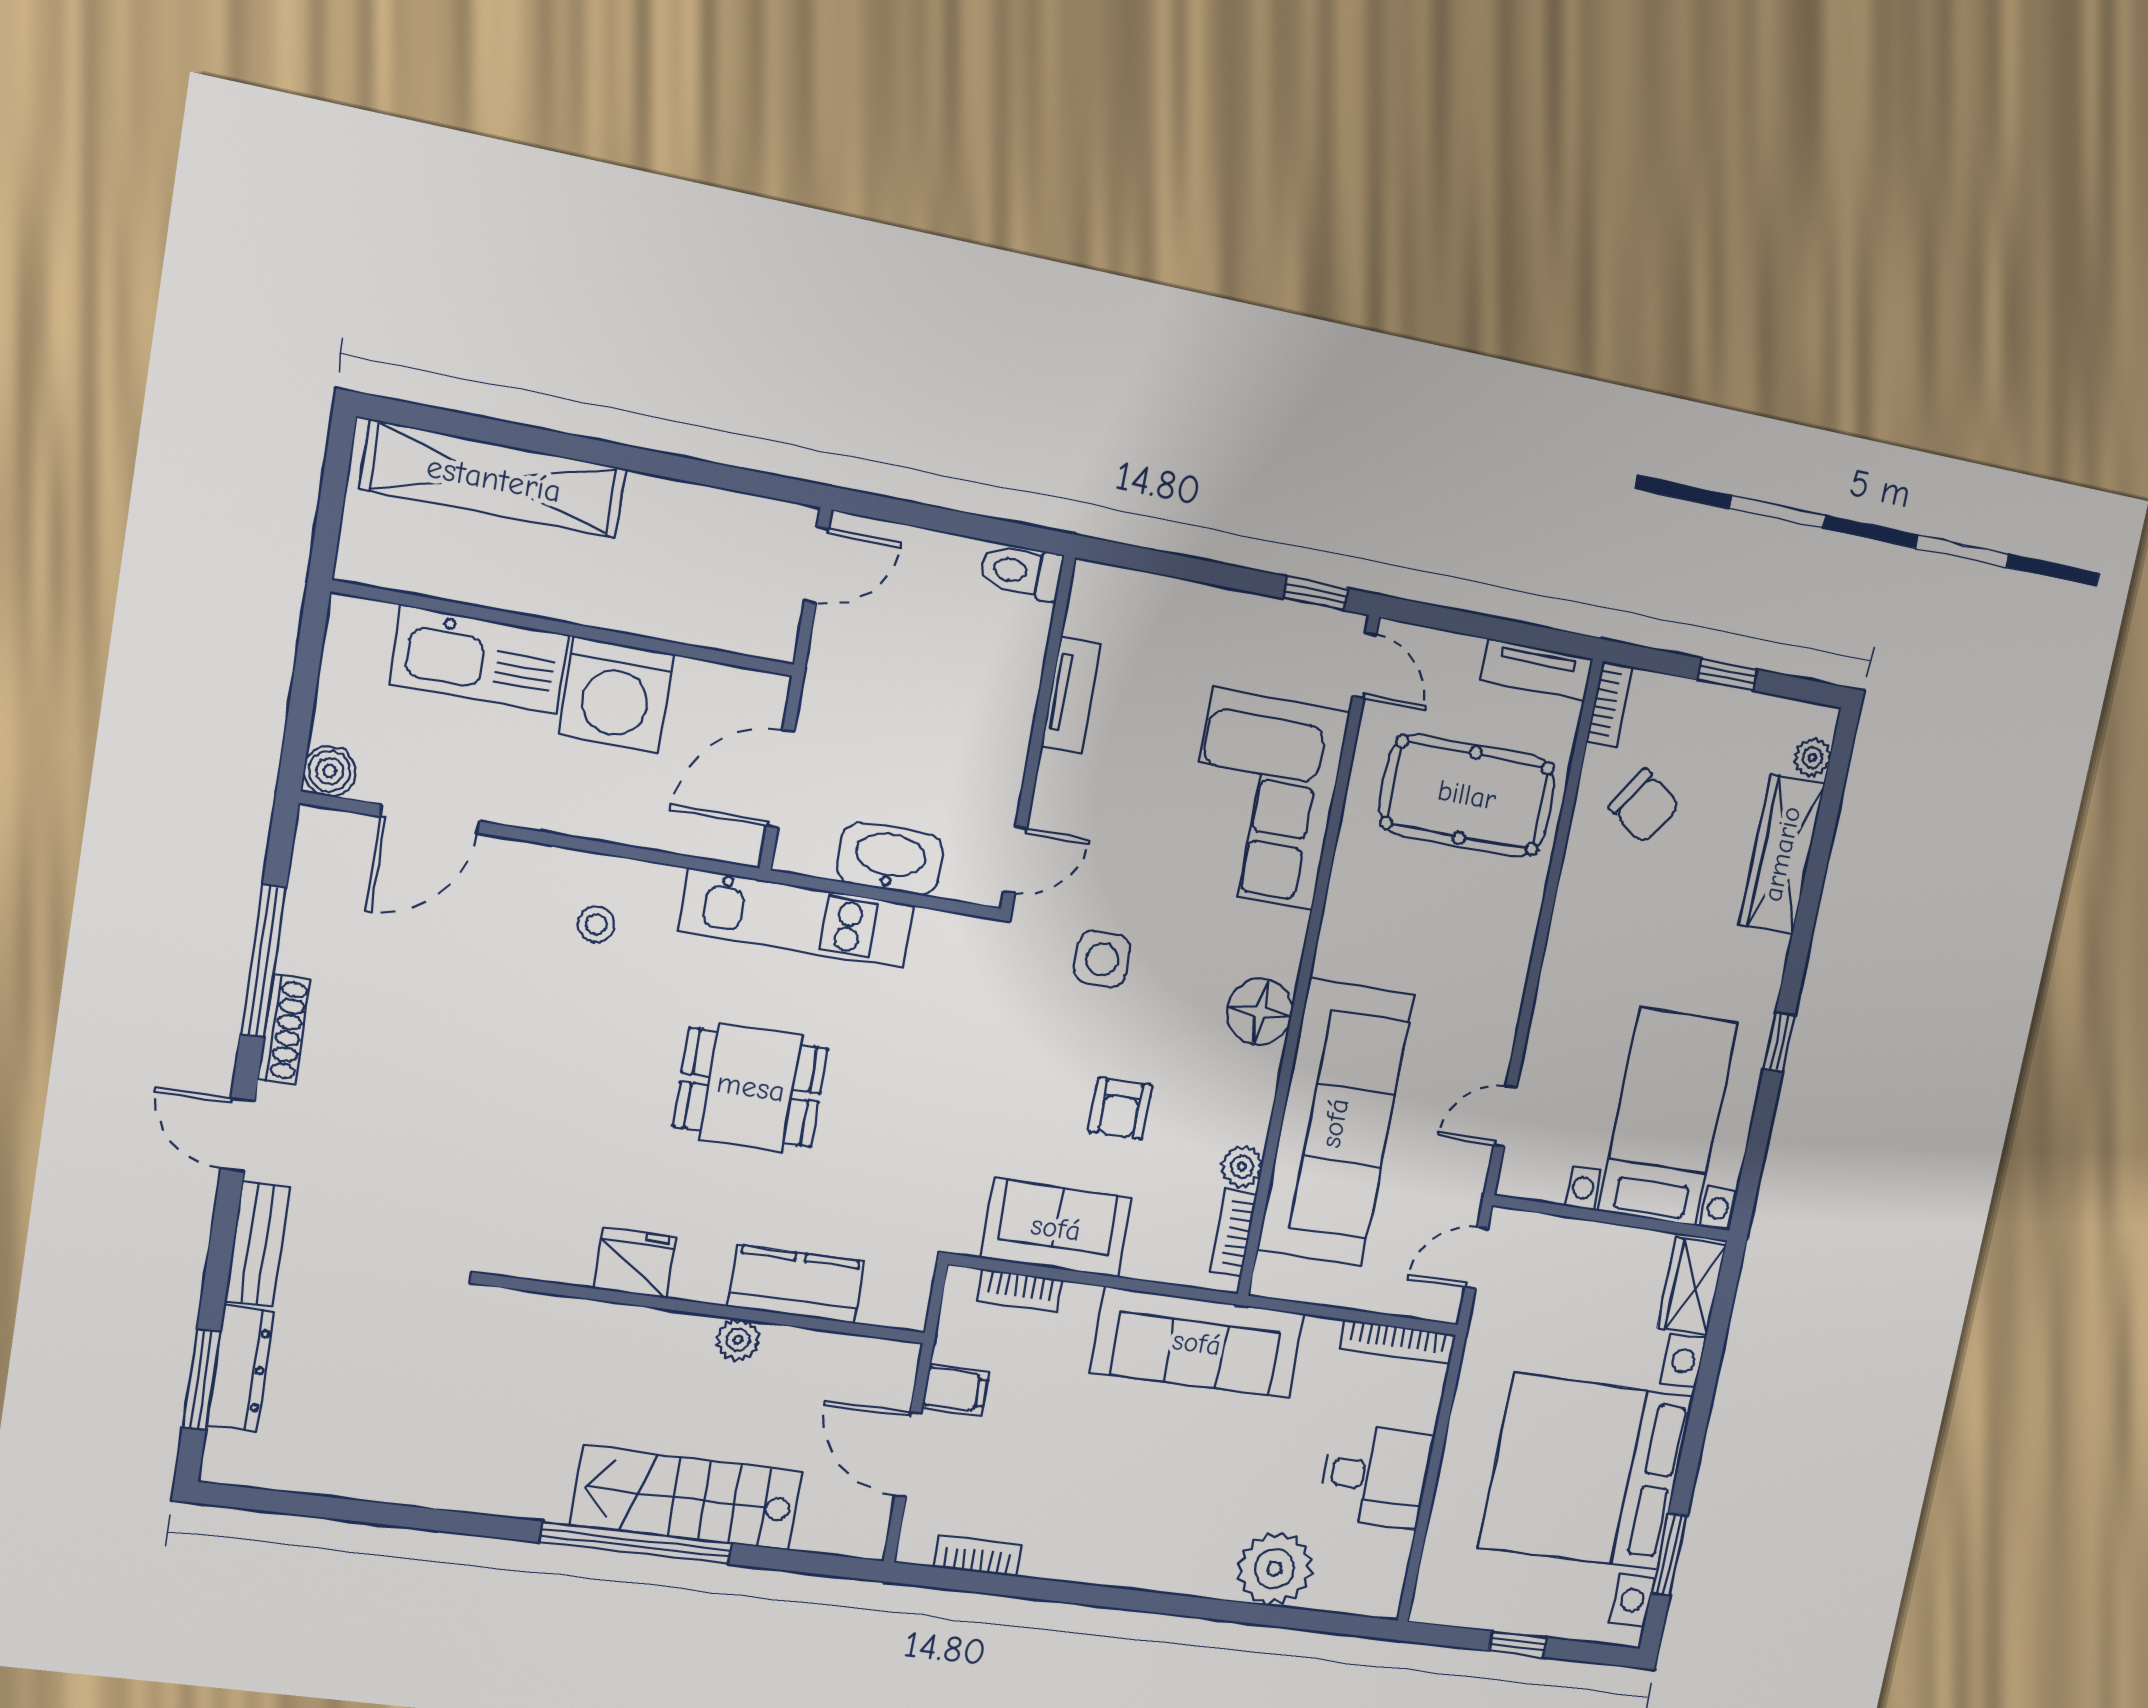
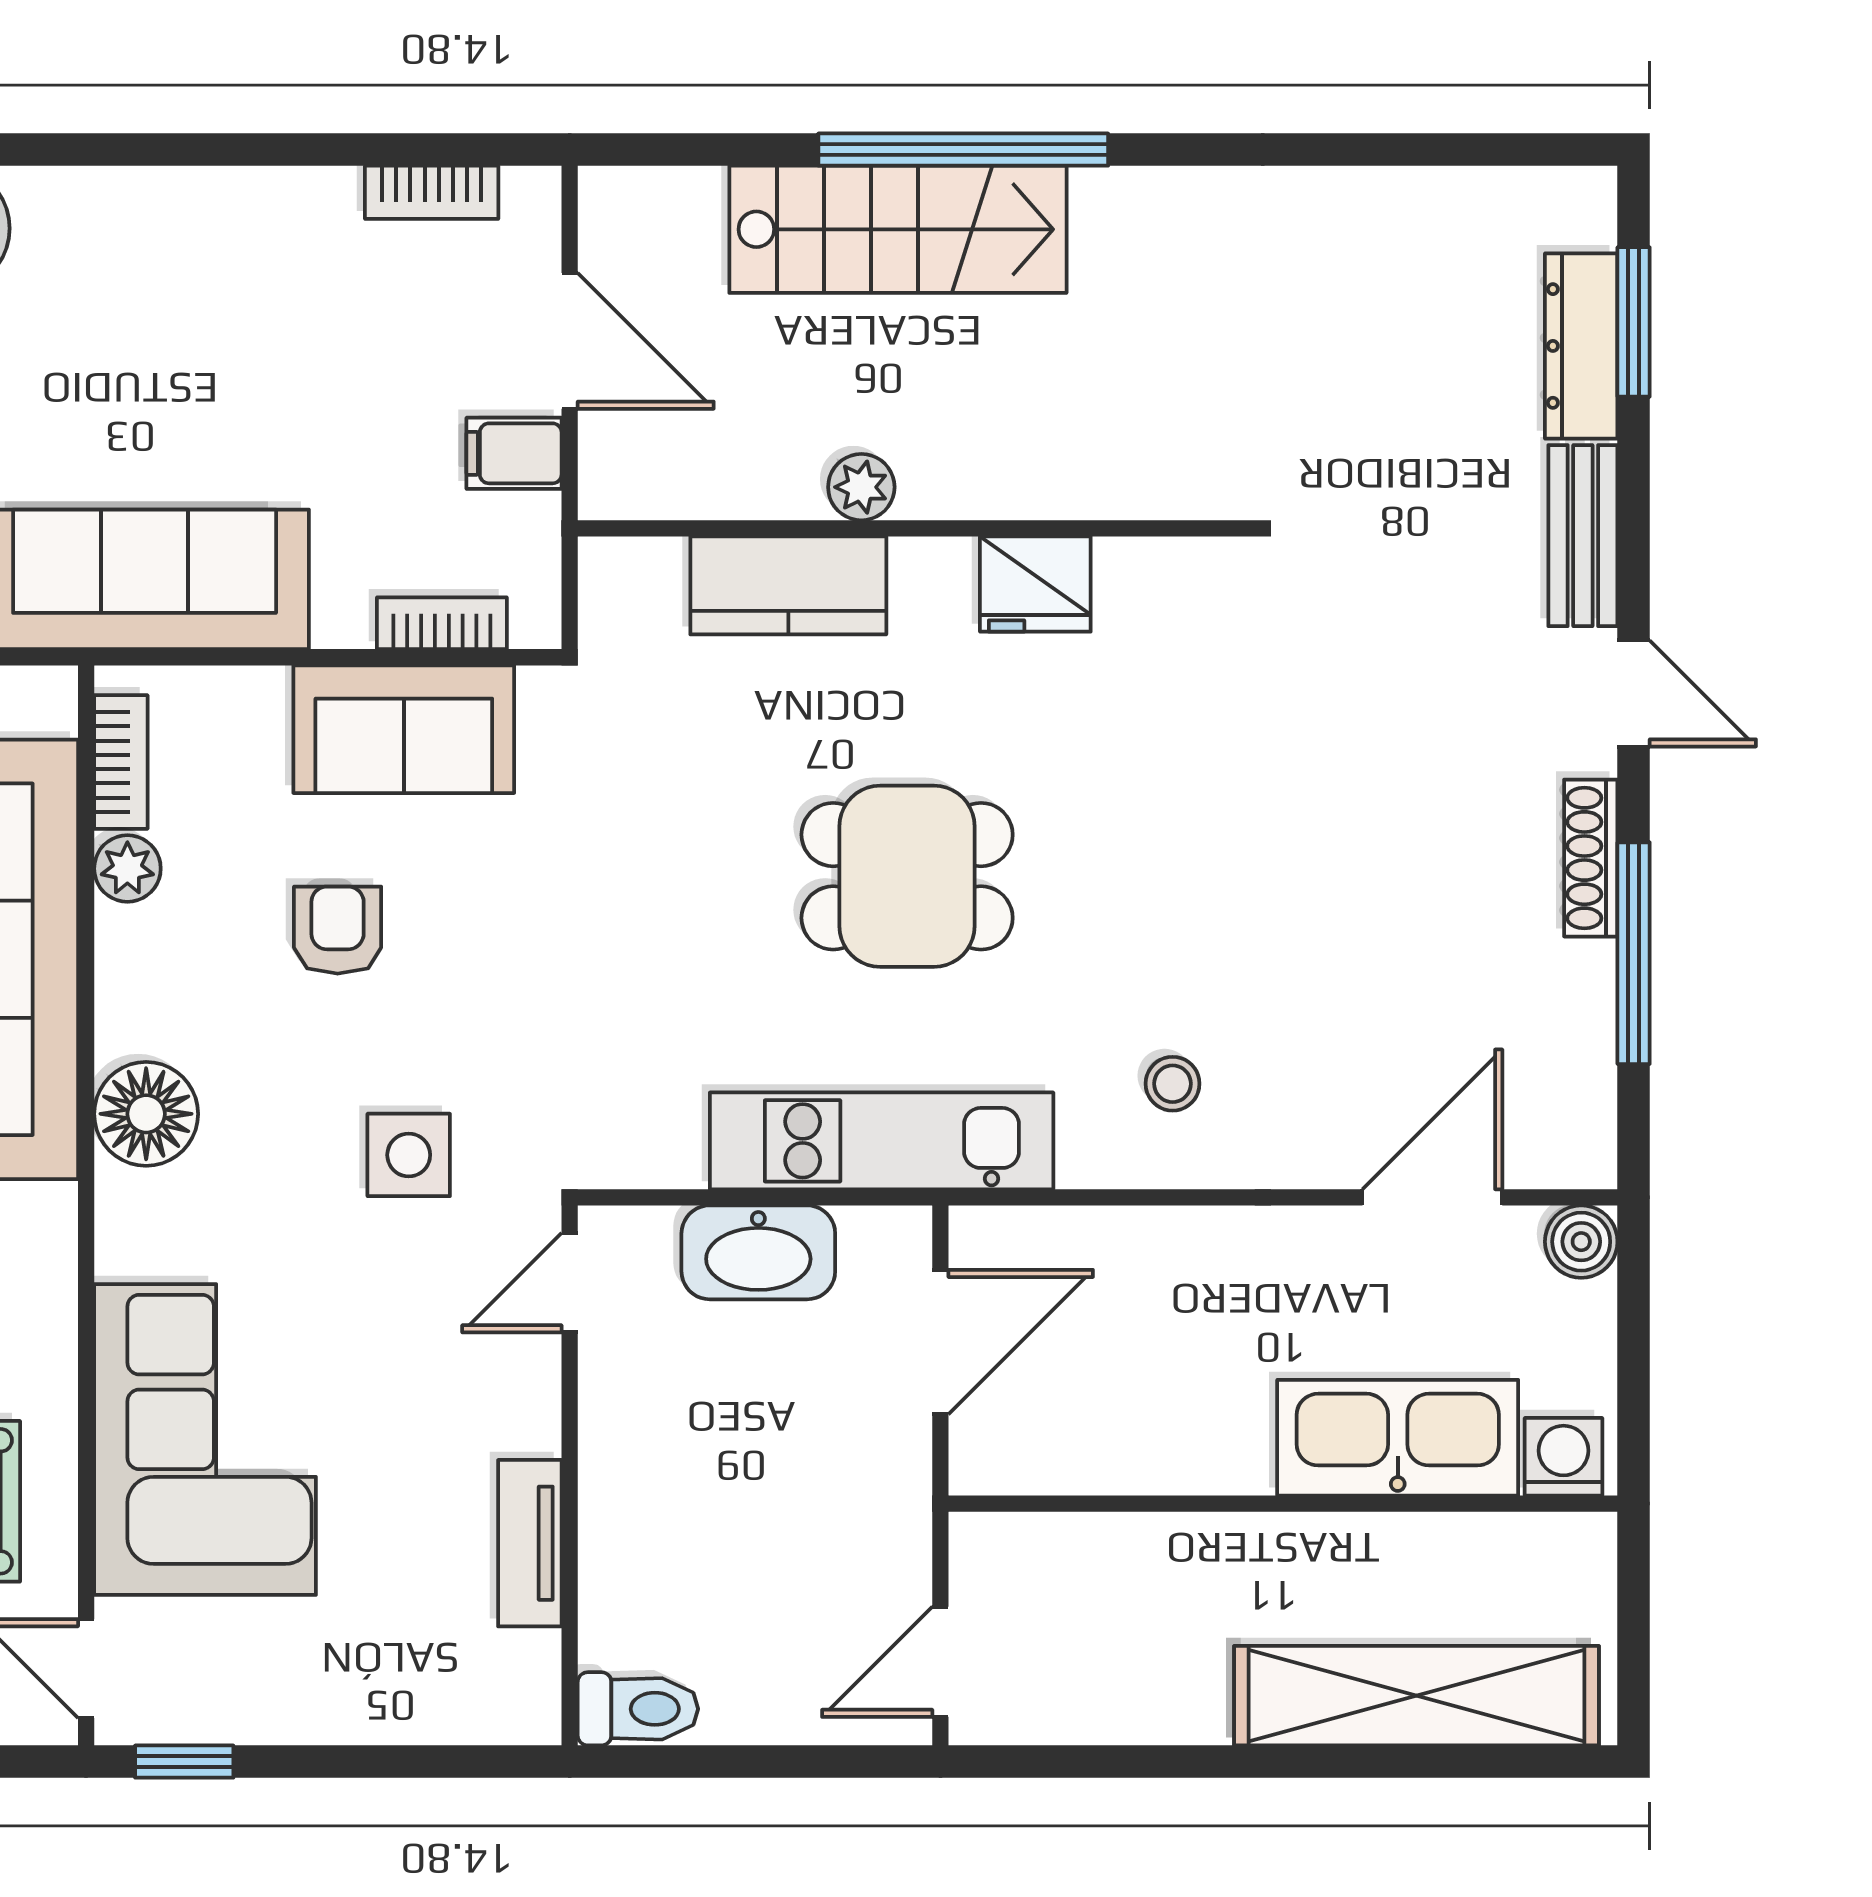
washing machine: (616, 695) -> (1563, 1457), moved, width x0.53, depth x0.53

